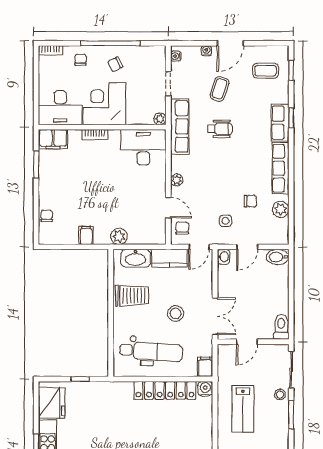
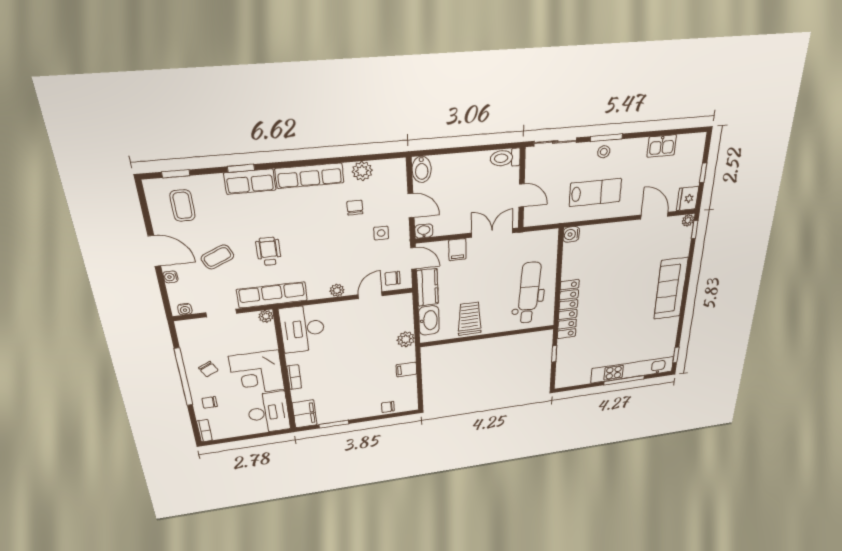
coffee table: (219, 89) -> (217, 257), turned -42
stool: (176, 313) -> (489, 274), removed
filing cabinet: (205, 367) -> (457, 250), moved, turned -90
locker: (165, 390) -> (568, 310), moved
stool: (280, 395) -> (604, 152), moved
fridge: (52, 403) -> (576, 375), removed

